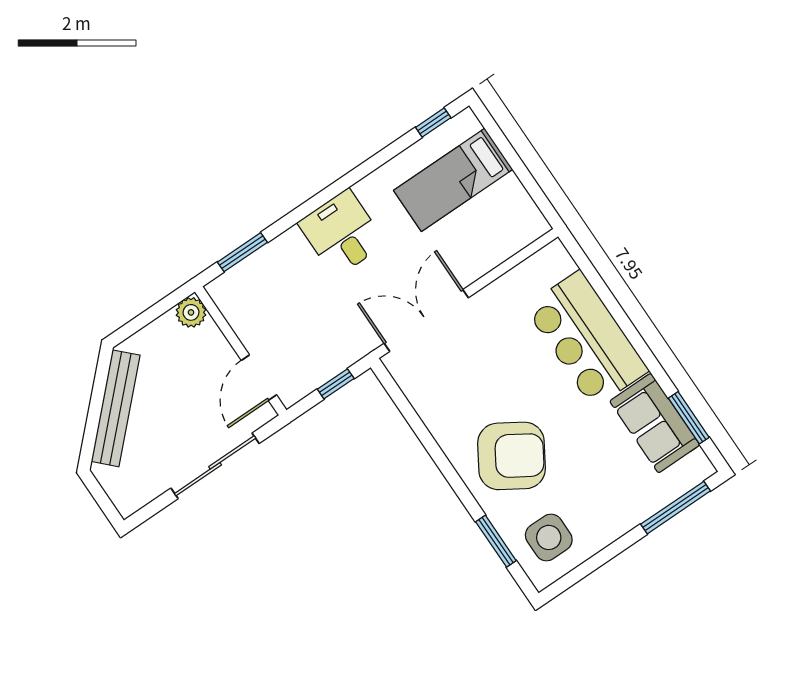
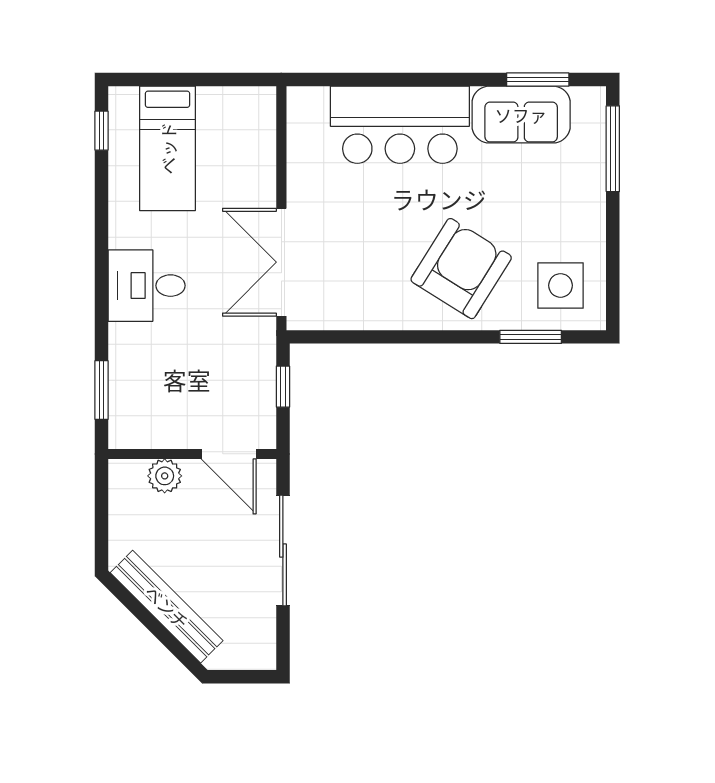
plant: (191, 312) -> (165, 476), moved

